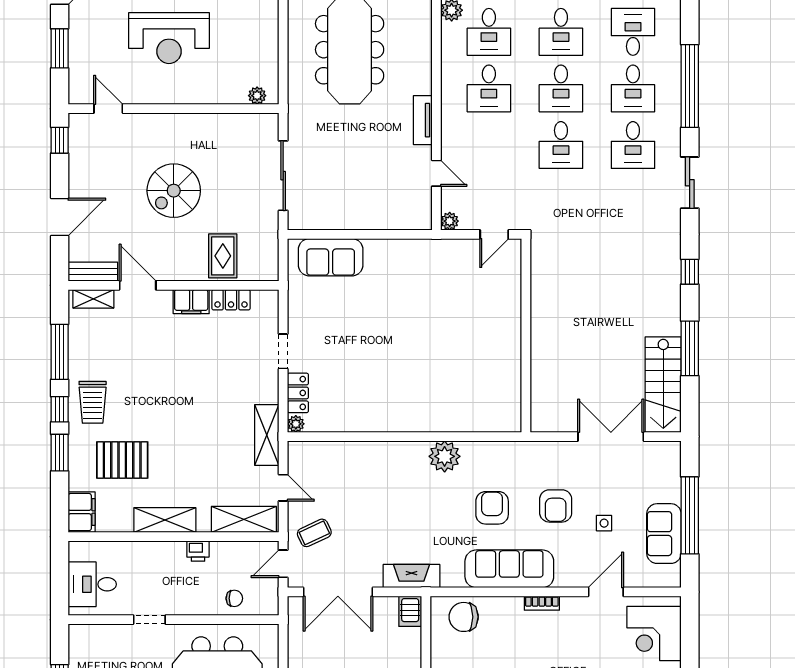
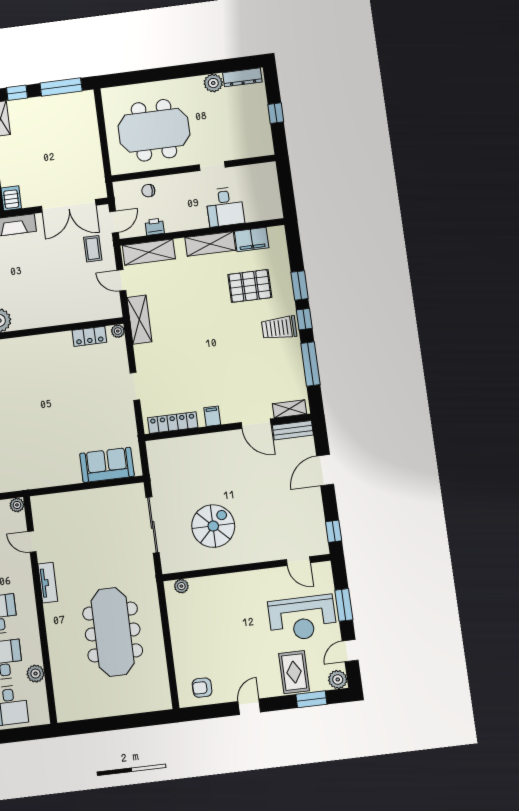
reception desk: (169, 38) -> (302, 618), moved, turned 180
spiral stairs: (174, 191) -> (213, 526), moved
rug: (223, 256) -> (192, 455), removed
locker: (231, 300) -> (173, 423), width x1.53
filing cabinet: (191, 302) -> (212, 416), width x0.50
locker: (298, 393) -> (89, 336), moved, turned -90
trolley: (93, 402) -> (279, 328), turned -90
filing cabinet: (82, 512) -> (252, 239), moved, turned -90
coffee table: (314, 533) -> (93, 249), turned -65
printer: (198, 551) -> (155, 227), moved
desk: (92, 584) -> (225, 207), moved, turned 90
double door: (338, 592) -> (69, 206), swing flipped

